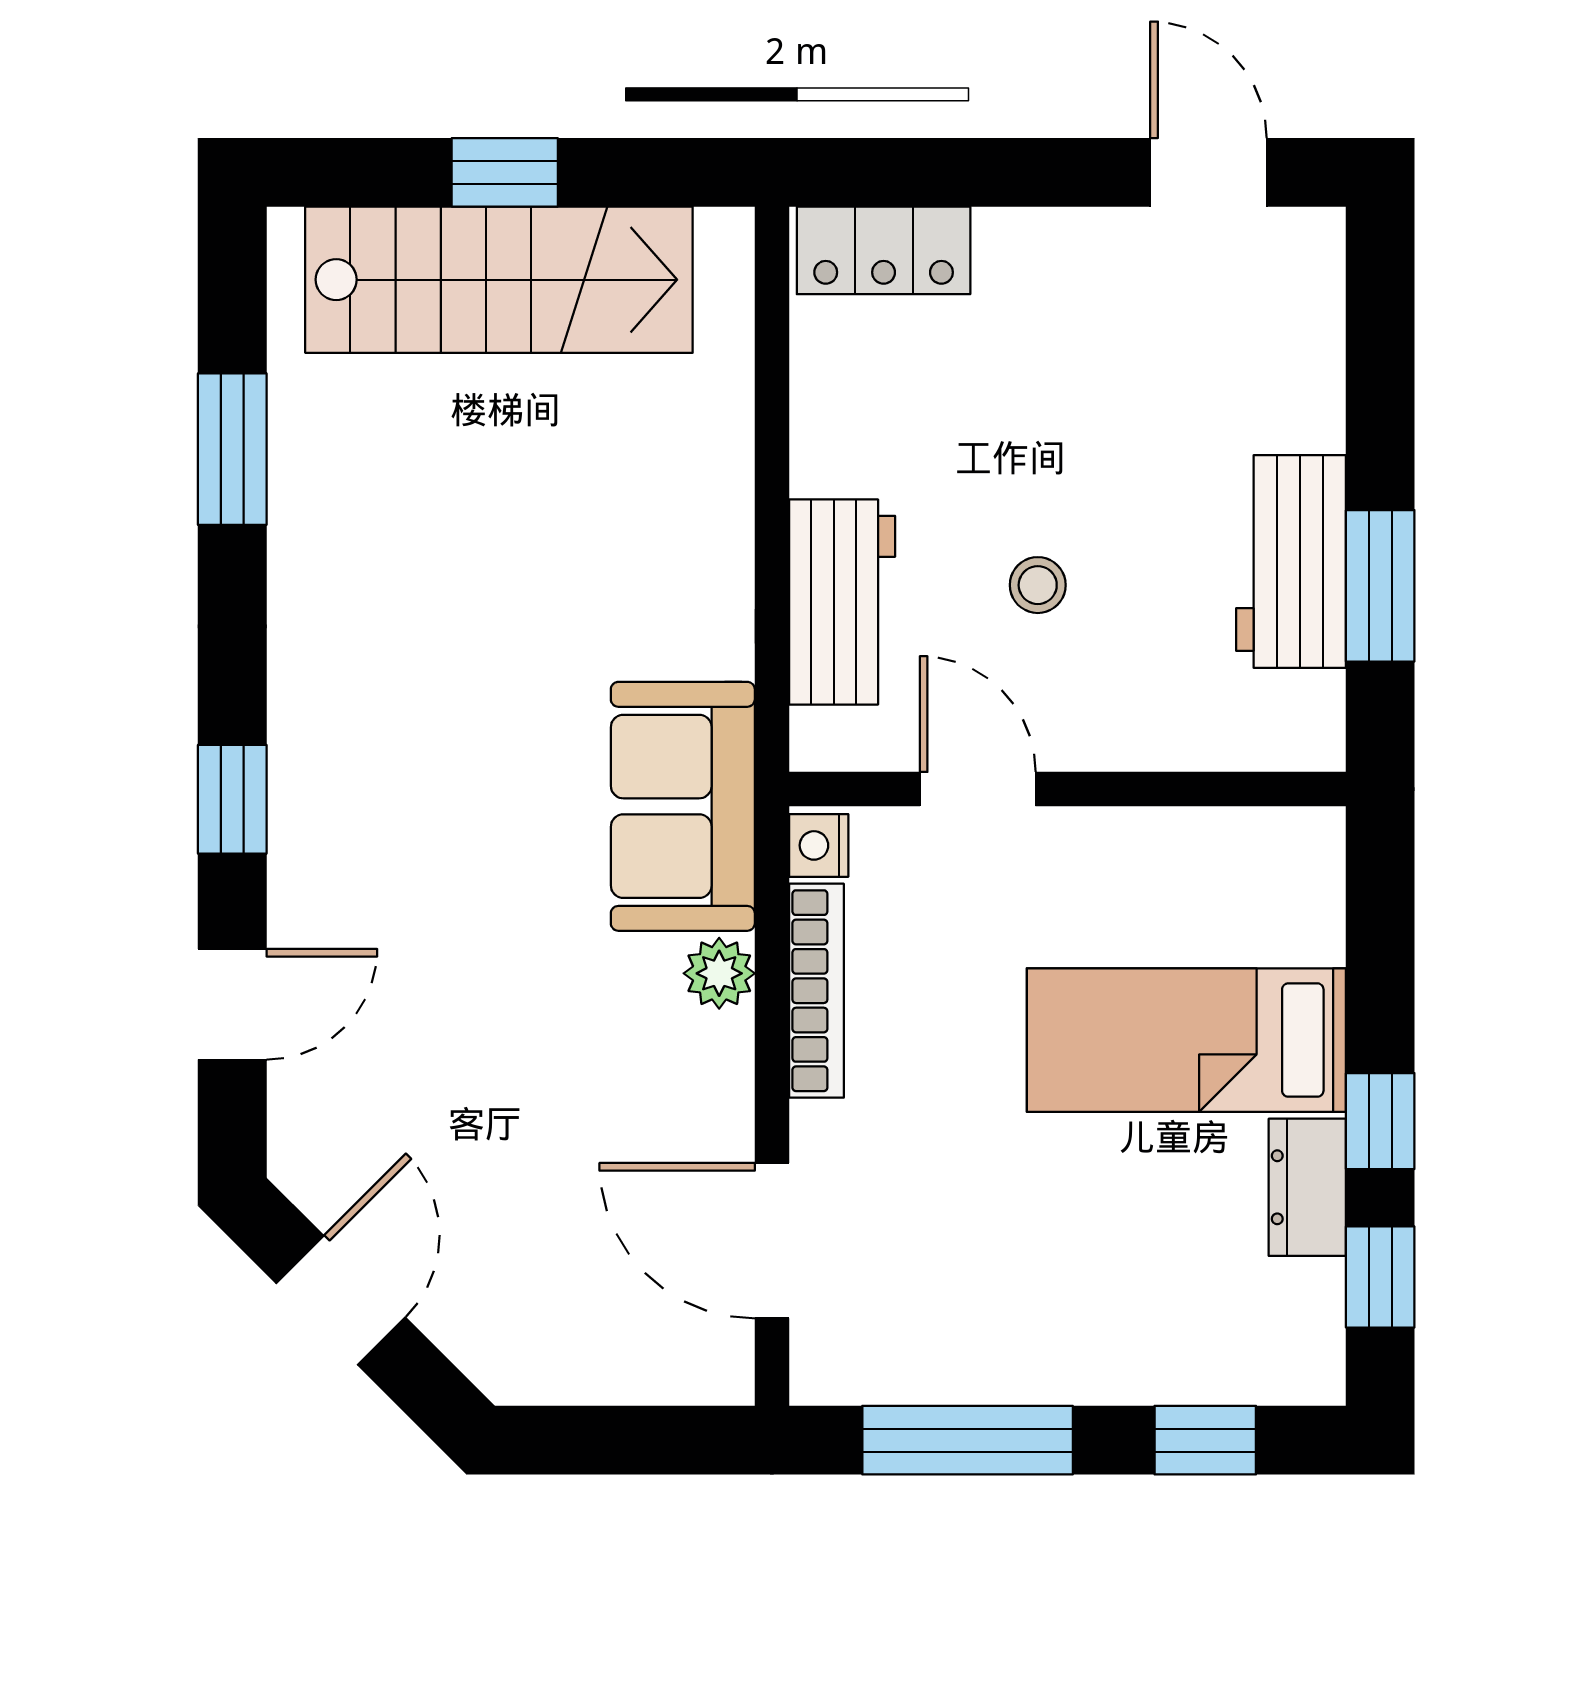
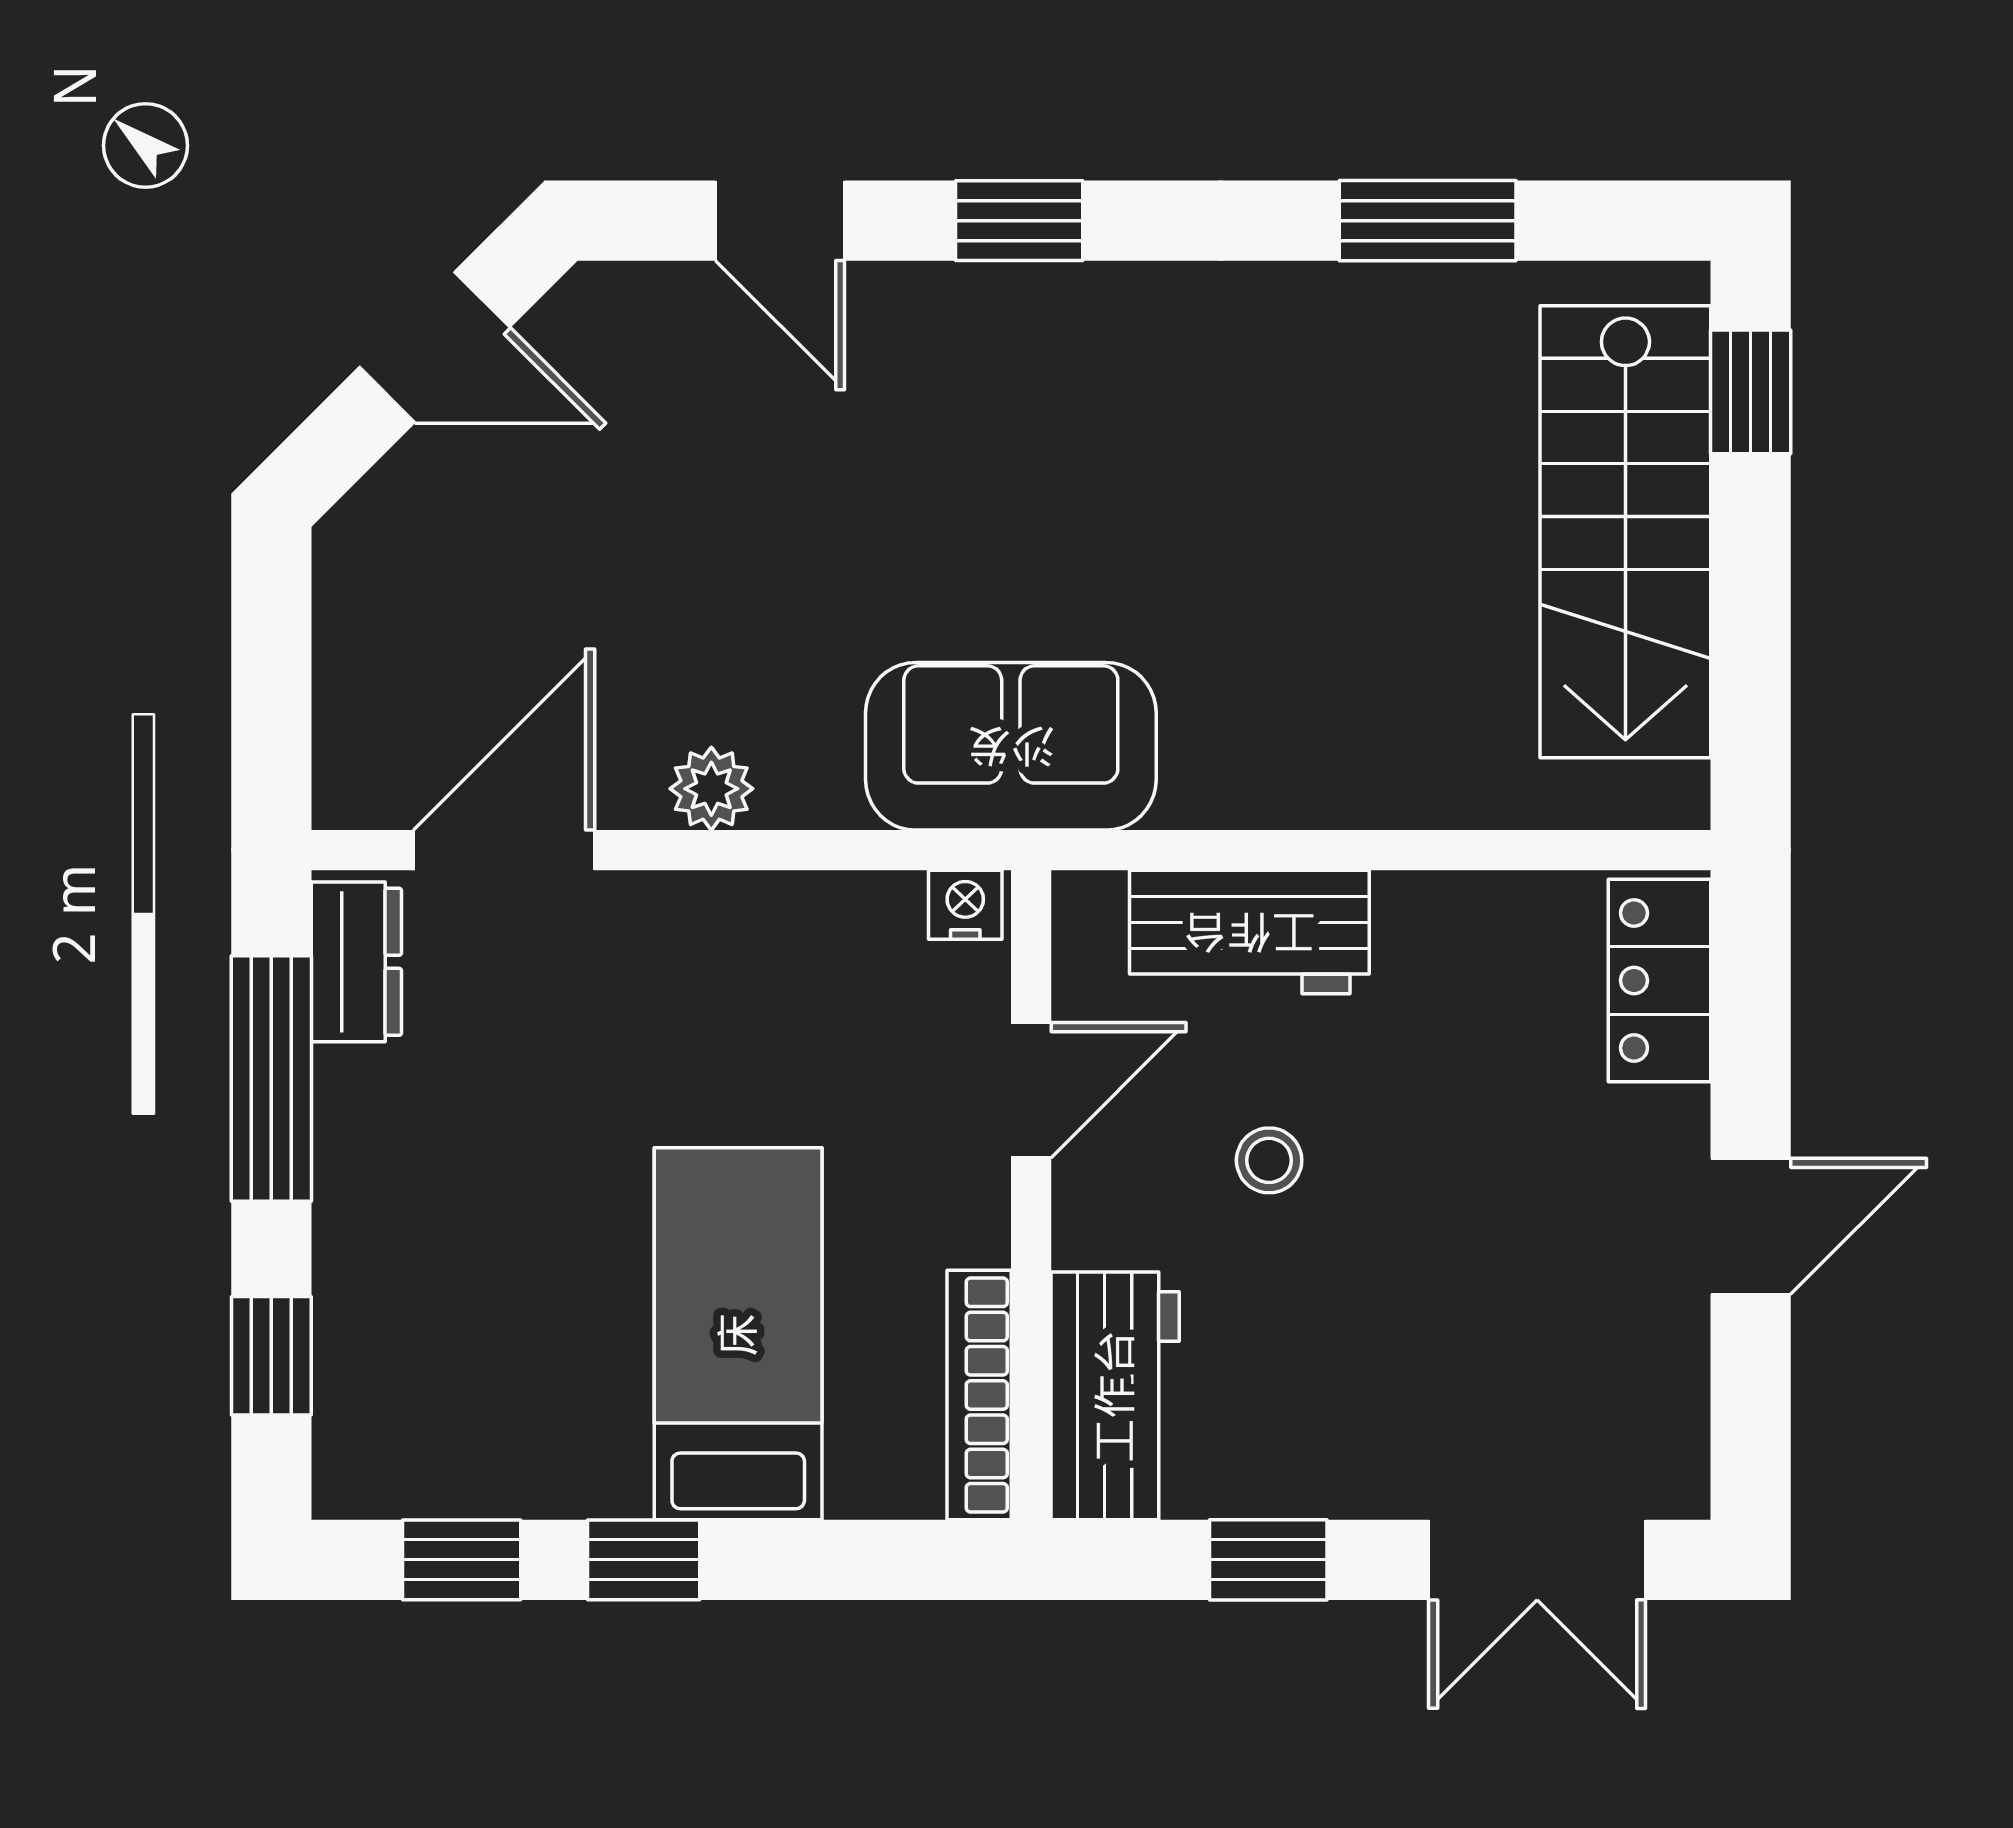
window: (505, 172) -> (1751, 392), moved
door: (1208, 172) -> (1751, 1226), moved
double door: (1380, 355) -> (1537, 1560), added
workbench: (1291, 561) -> (1115, 1396), moved, turned 90
window: (1380, 586) -> (1268, 1560), width x0.67
plant: (719, 973) -> (711, 789), moved
bookcase: (816, 991) -> (979, 1395), moved, turned 90
dresser: (1307, 1187) -> (356, 962), moved, turned 90

